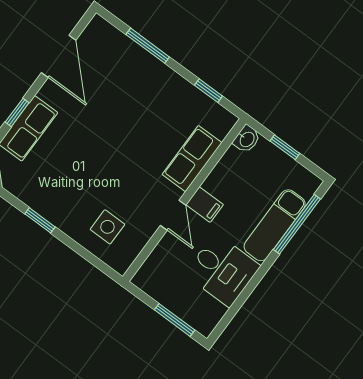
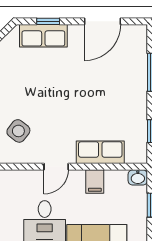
filing cabinet: (205, 205) -> (95, 182), moved
side table: (107, 227) -> (18, 131), turned 38

